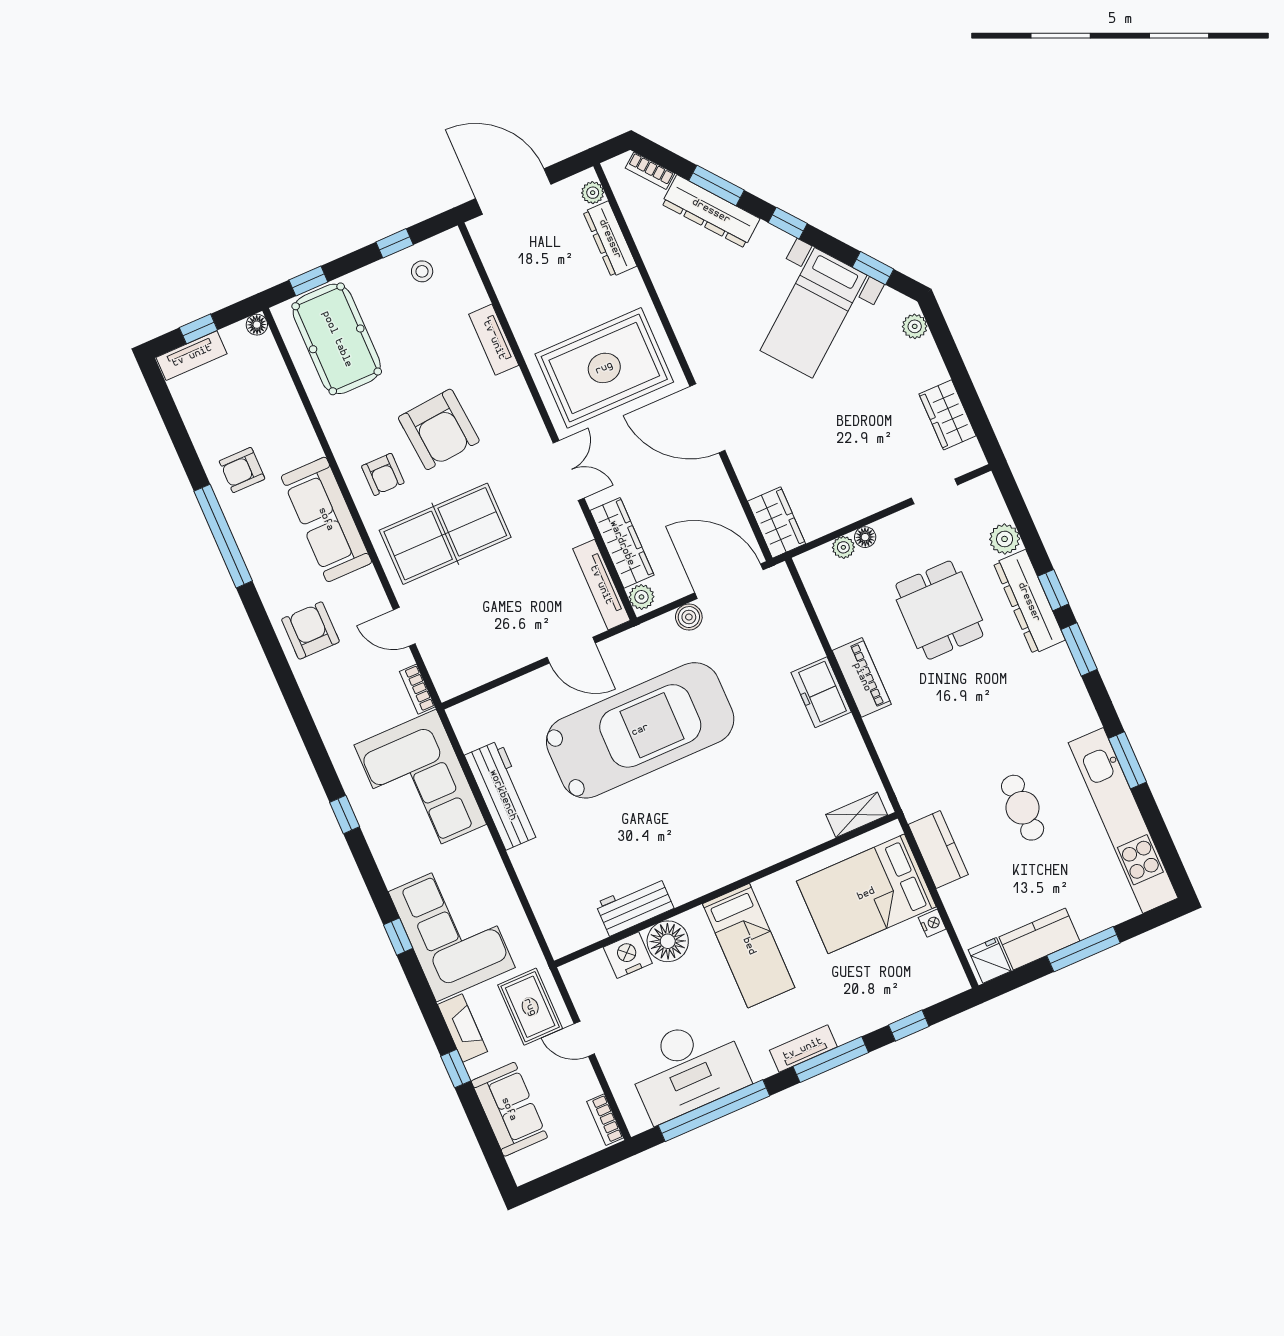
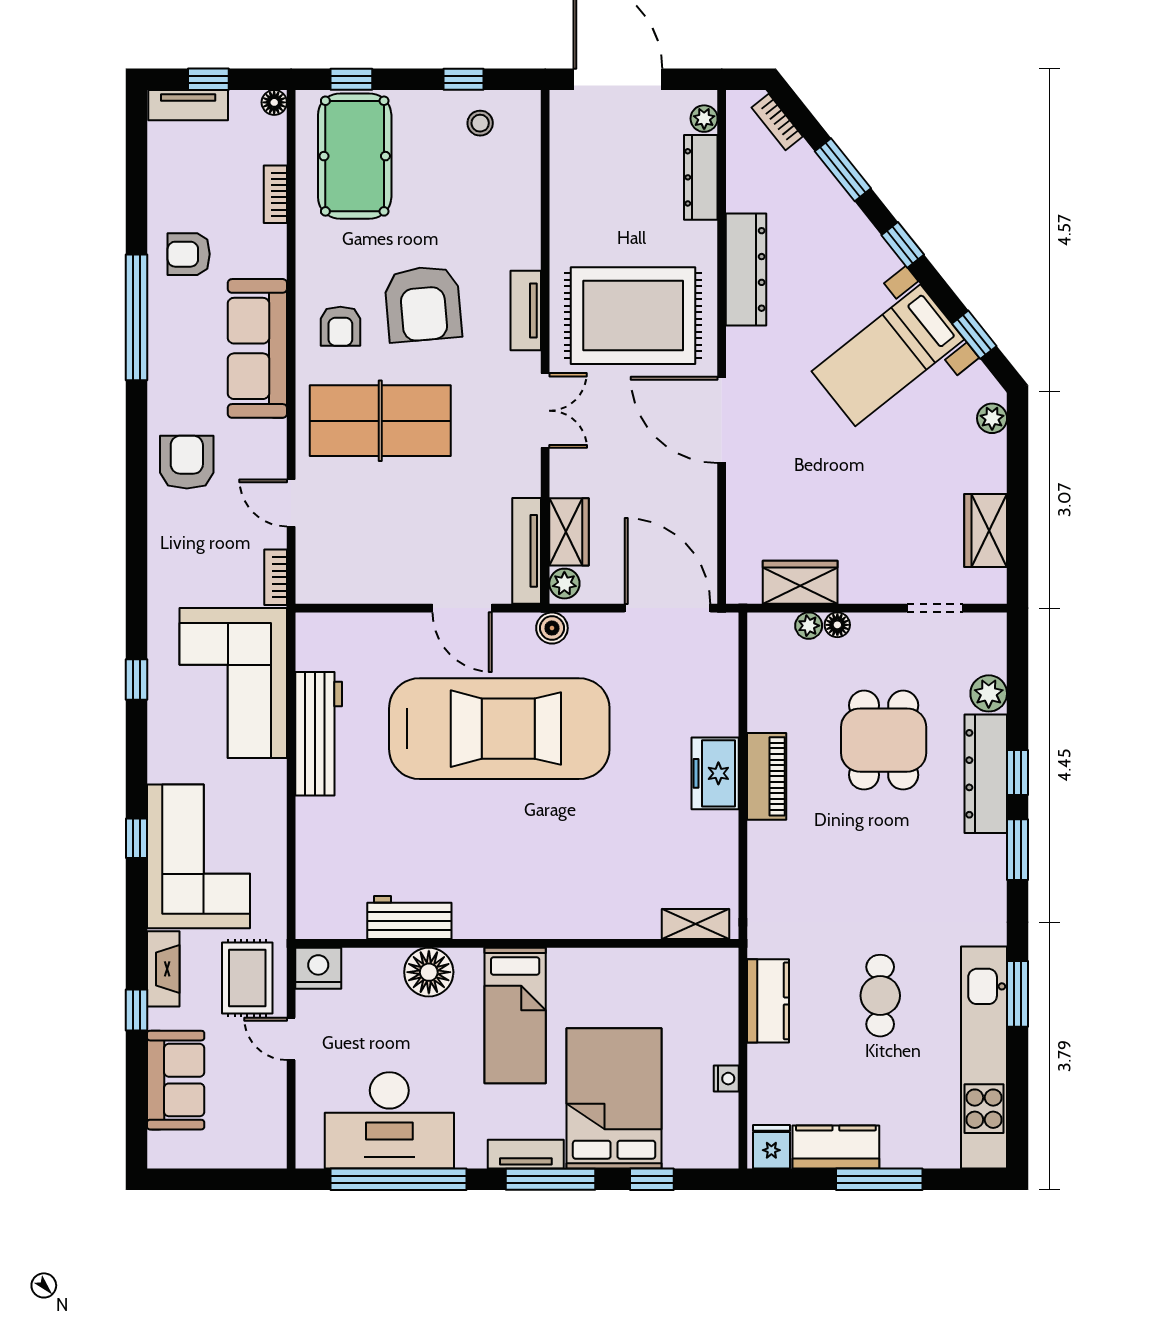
dresser: (711, 211) -> (746, 269), moved, turned -141
tv unit: (494, 340) -> (526, 311), moved
wardrobe: (777, 522) -> (800, 582), moved, turned -90
wardrobe: (622, 543) -> (569, 532), width x0.67
boiler: (689, 617) -> (552, 628), moved
bed: (866, 894) -> (614, 1098), moved, turned 90
nightstand: (628, 955) -> (318, 968), moved
bookcase: (605, 1120) -> (275, 194), moved

